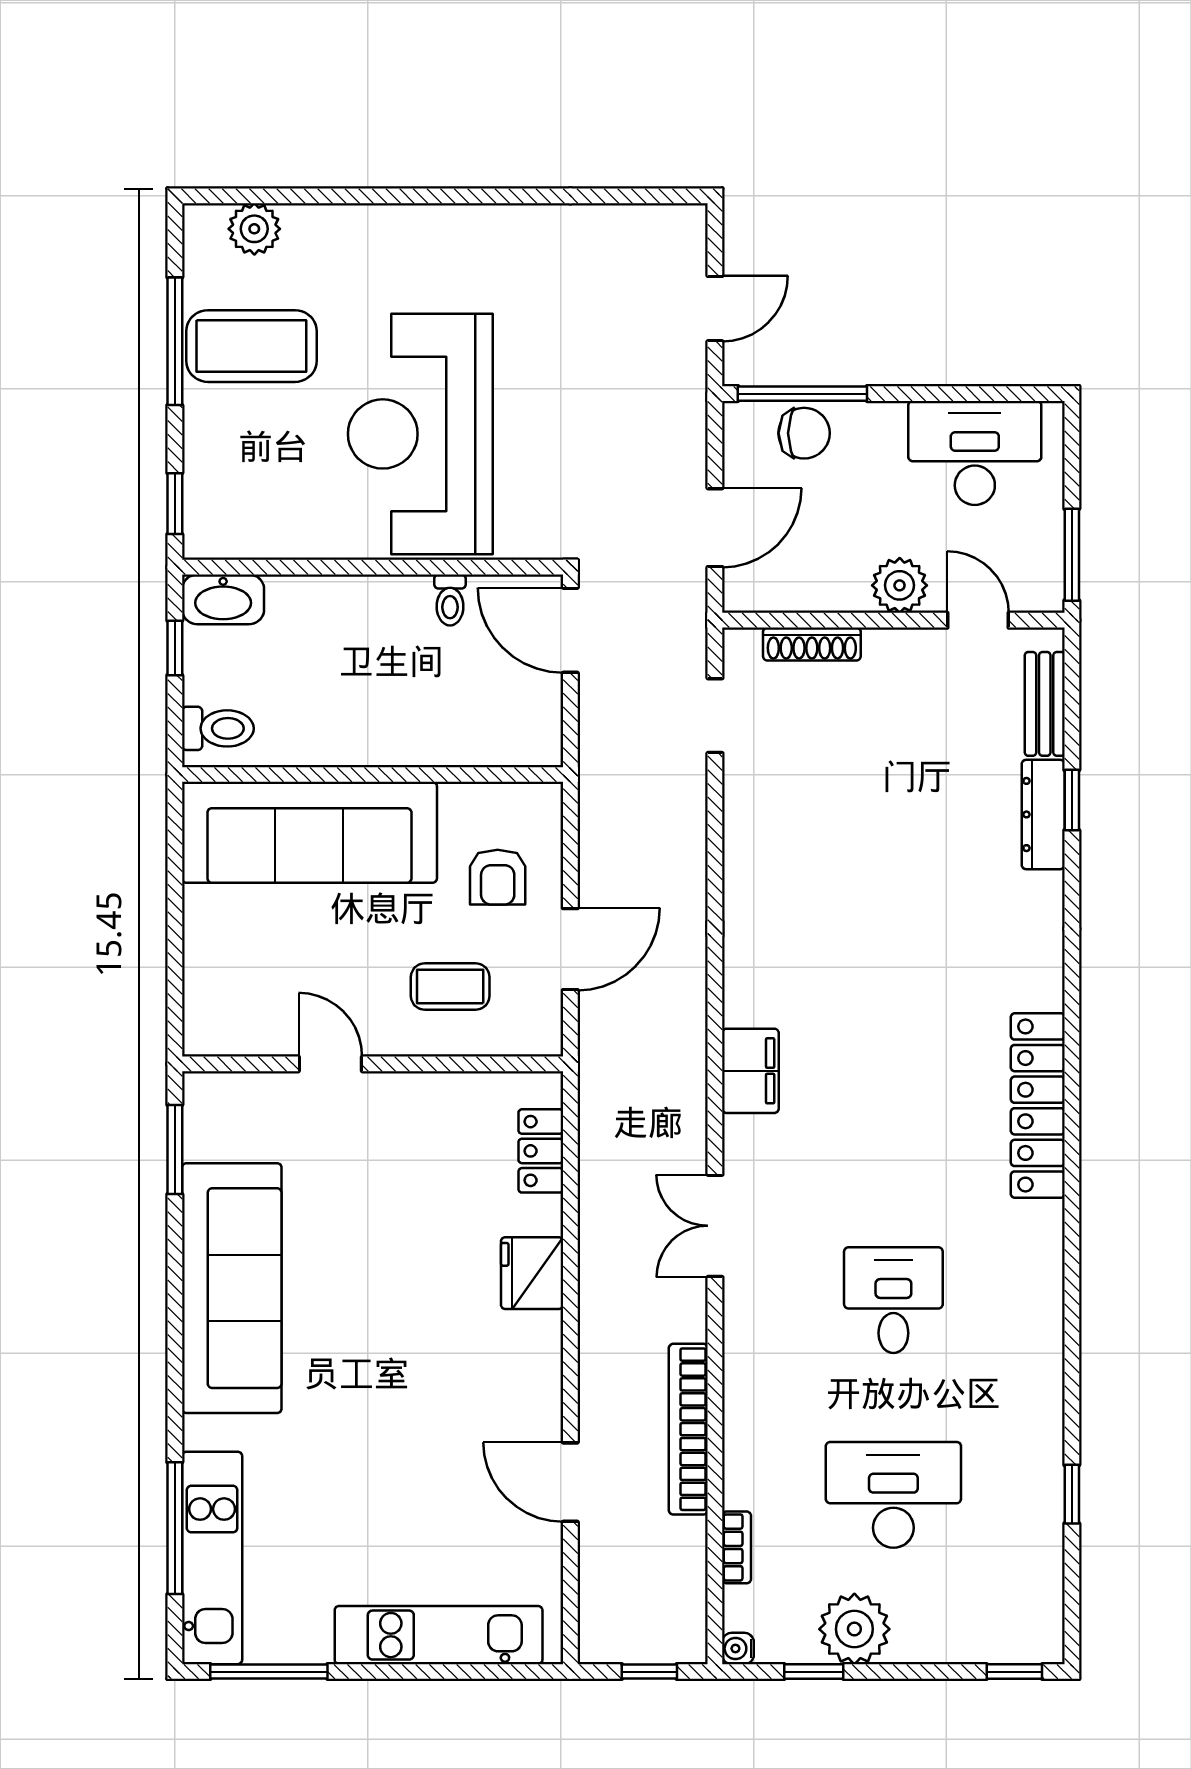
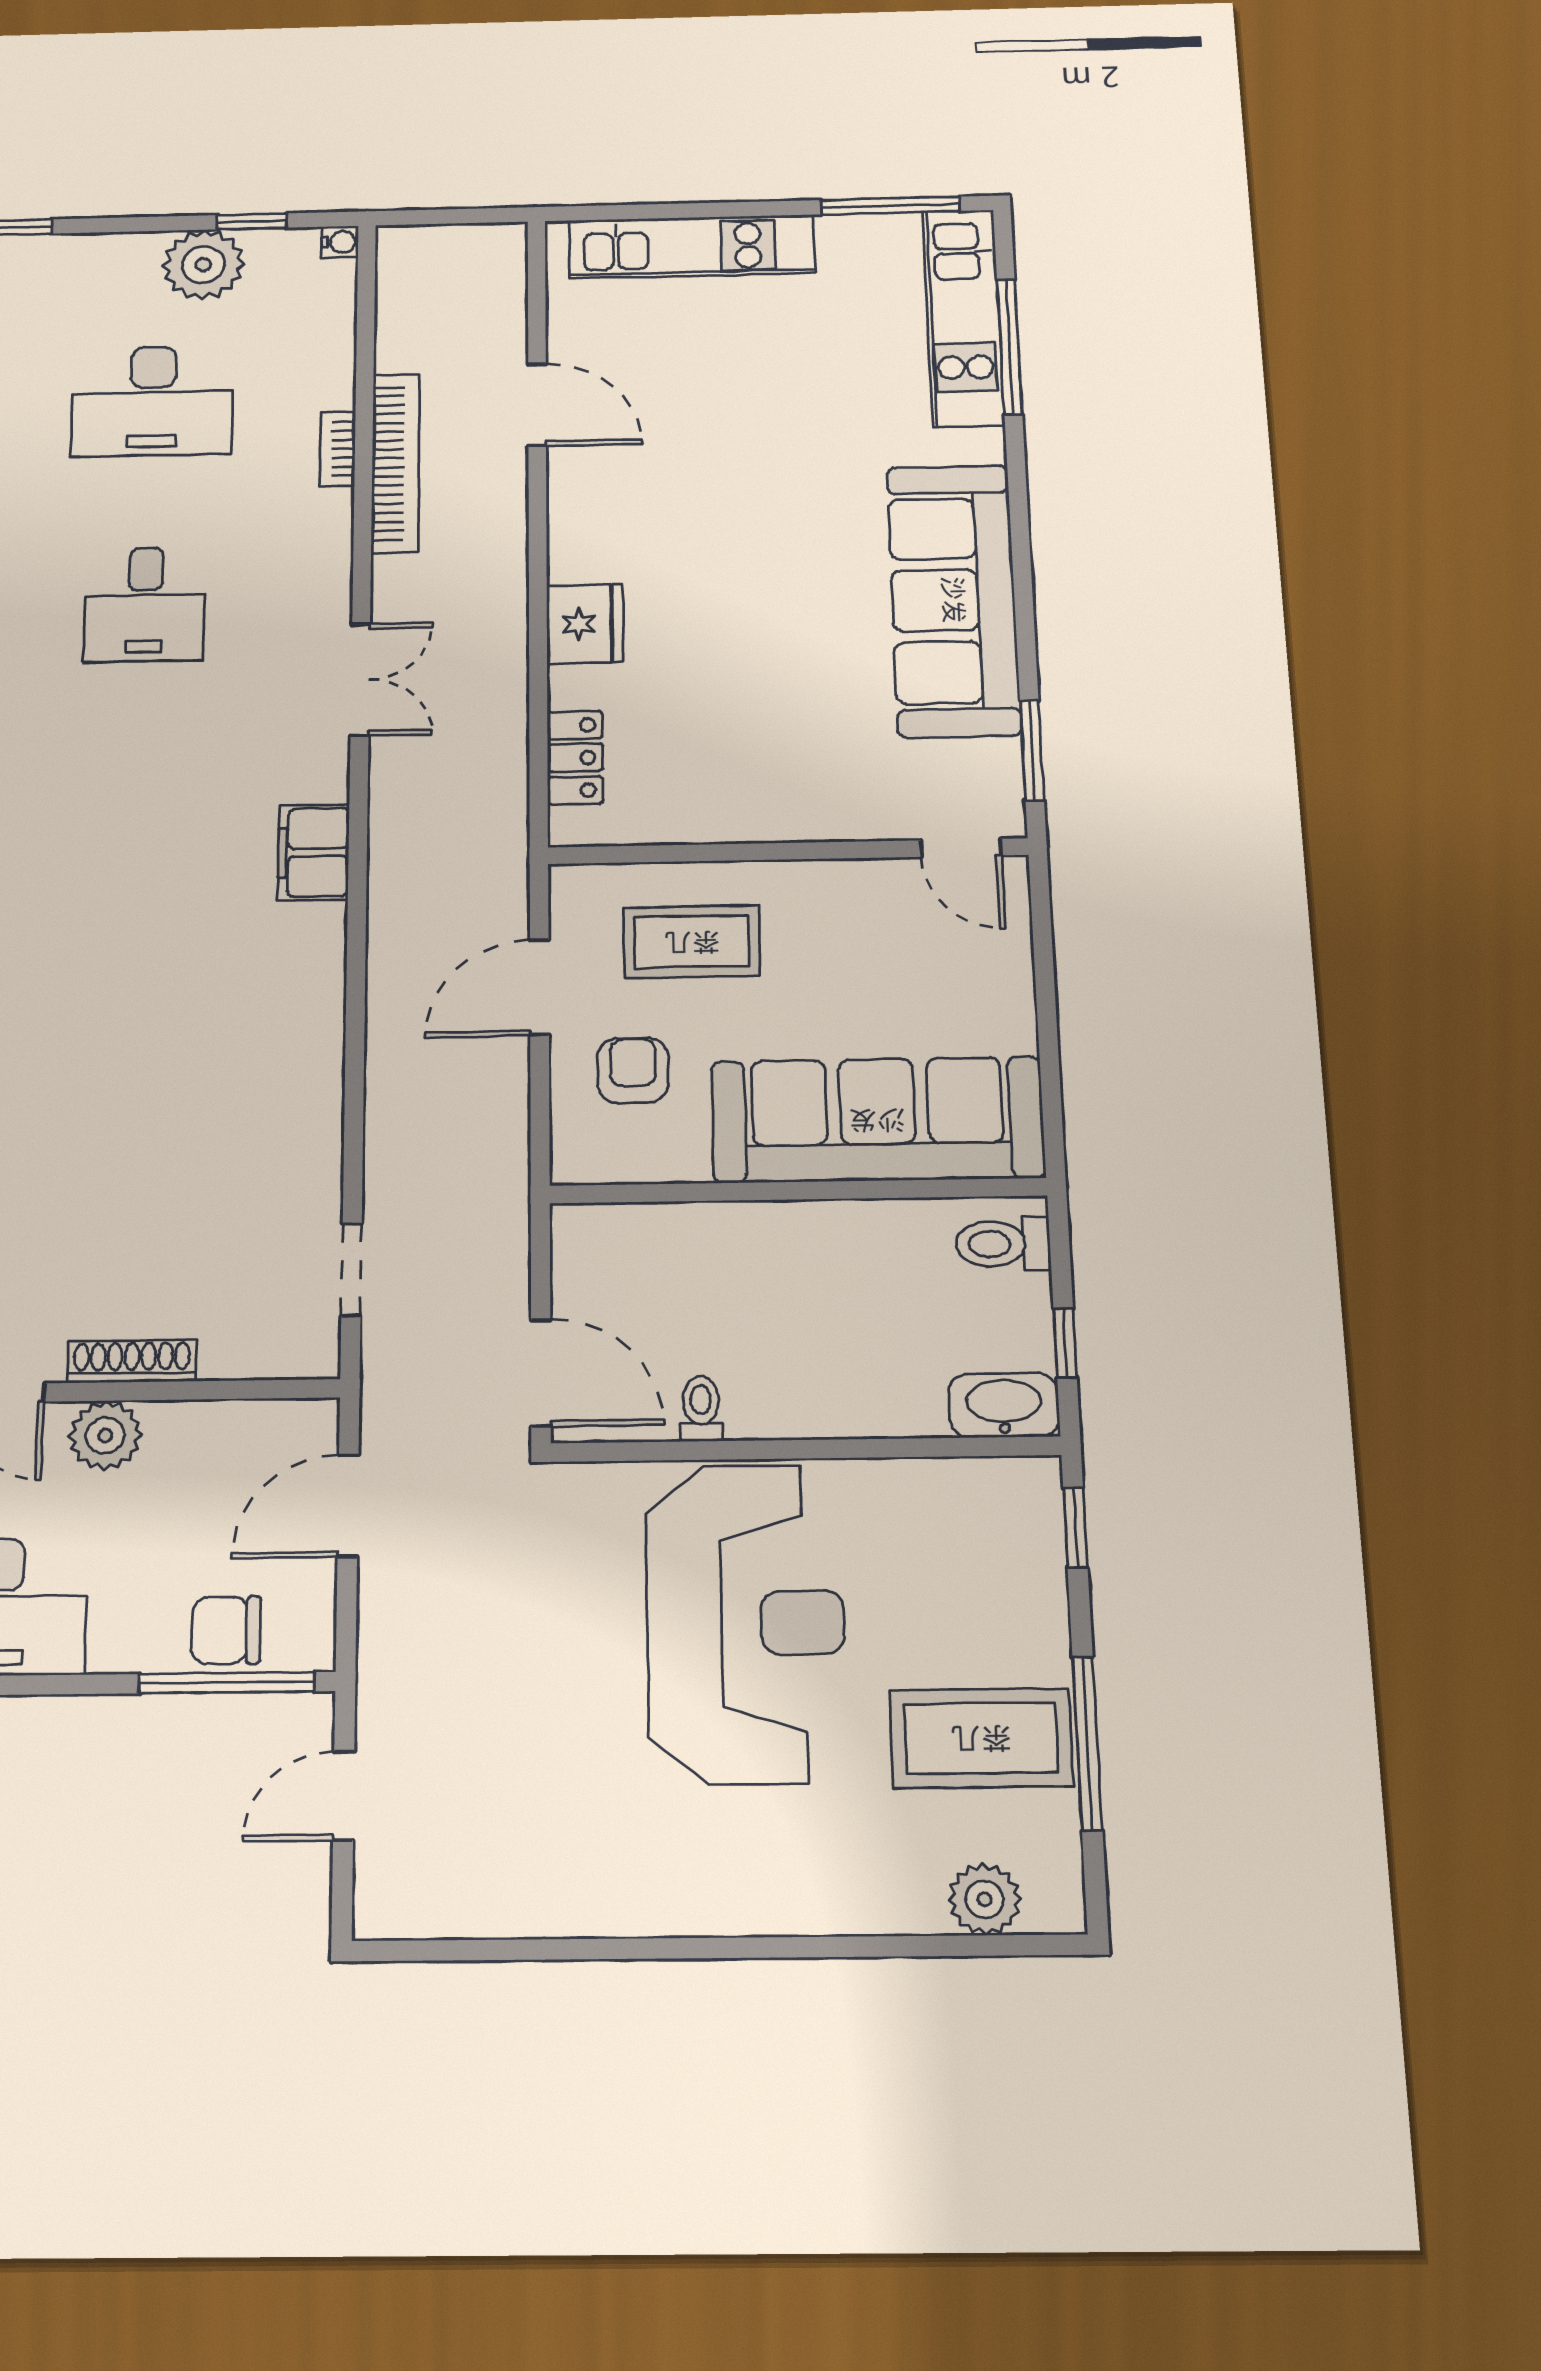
shoe rack: (812, 644) -> (132, 1361), moved
coffee table: (450, 986) -> (692, 942), width x1.36, depth x1.30
door: (330, 1064) -> (961, 848), moved
bookcase: (737, 1547) -> (338, 449), moved
window: (649, 1672) -> (444, 217), removed

